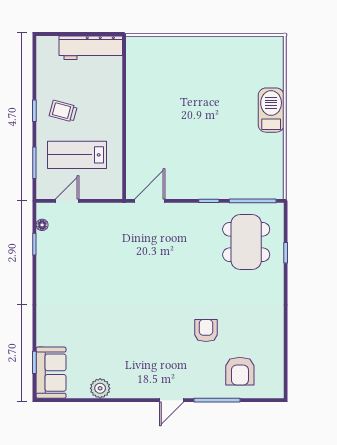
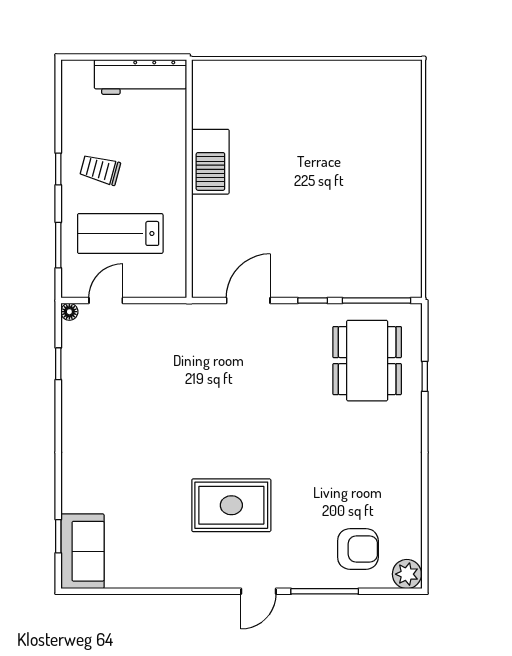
barbecue: (271, 110) -> (210, 162), moved, turned 180
door: (150, 201) -> (248, 301), moved
floor lamp: (42, 225) -> (69, 312), moved
armchair: (206, 331) -> (308, 490), removed
rug: (153, 341) -> (231, 505), added
armchair: (240, 371) -> (358, 549), turned -90
plant: (100, 388) -> (407, 574), moved

